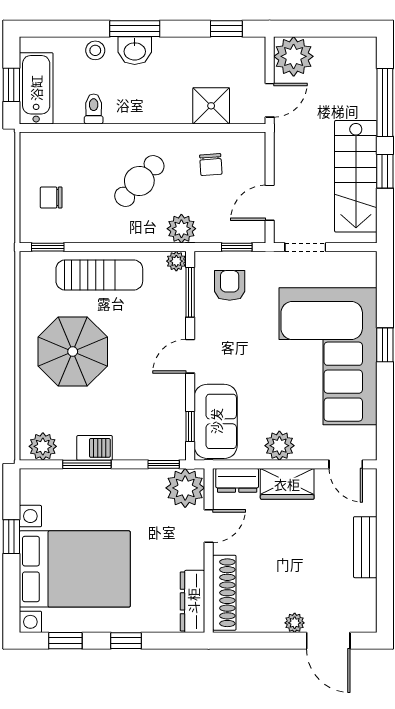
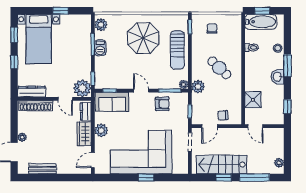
washbasin: (135, 51) -> (278, 77), moved
plant: (294, 56) -> (279, 163), moved, width x0.53, depth x0.53
chair: (211, 165) -> (223, 115), moved
door: (270, 203) -> (210, 126), swing flipped
armchair: (230, 285) -> (162, 104), moved
bench: (365, 547) -> (42, 169), moved
bed with nightstands: (75, 569) -> (39, 39), width x0.73

